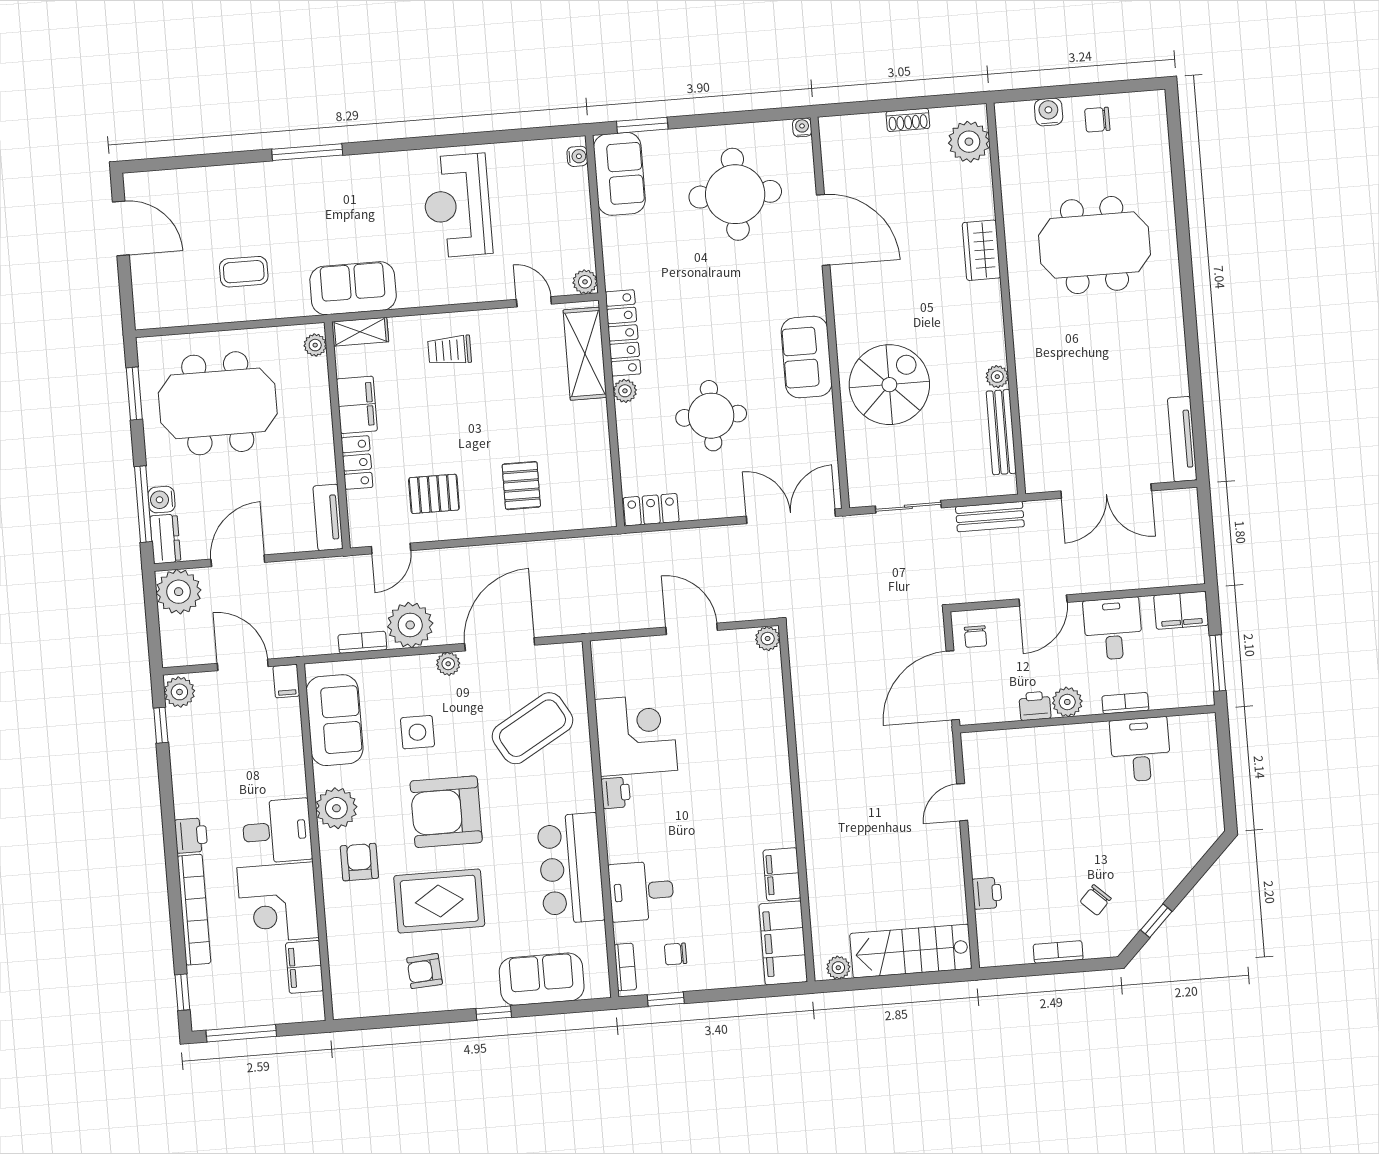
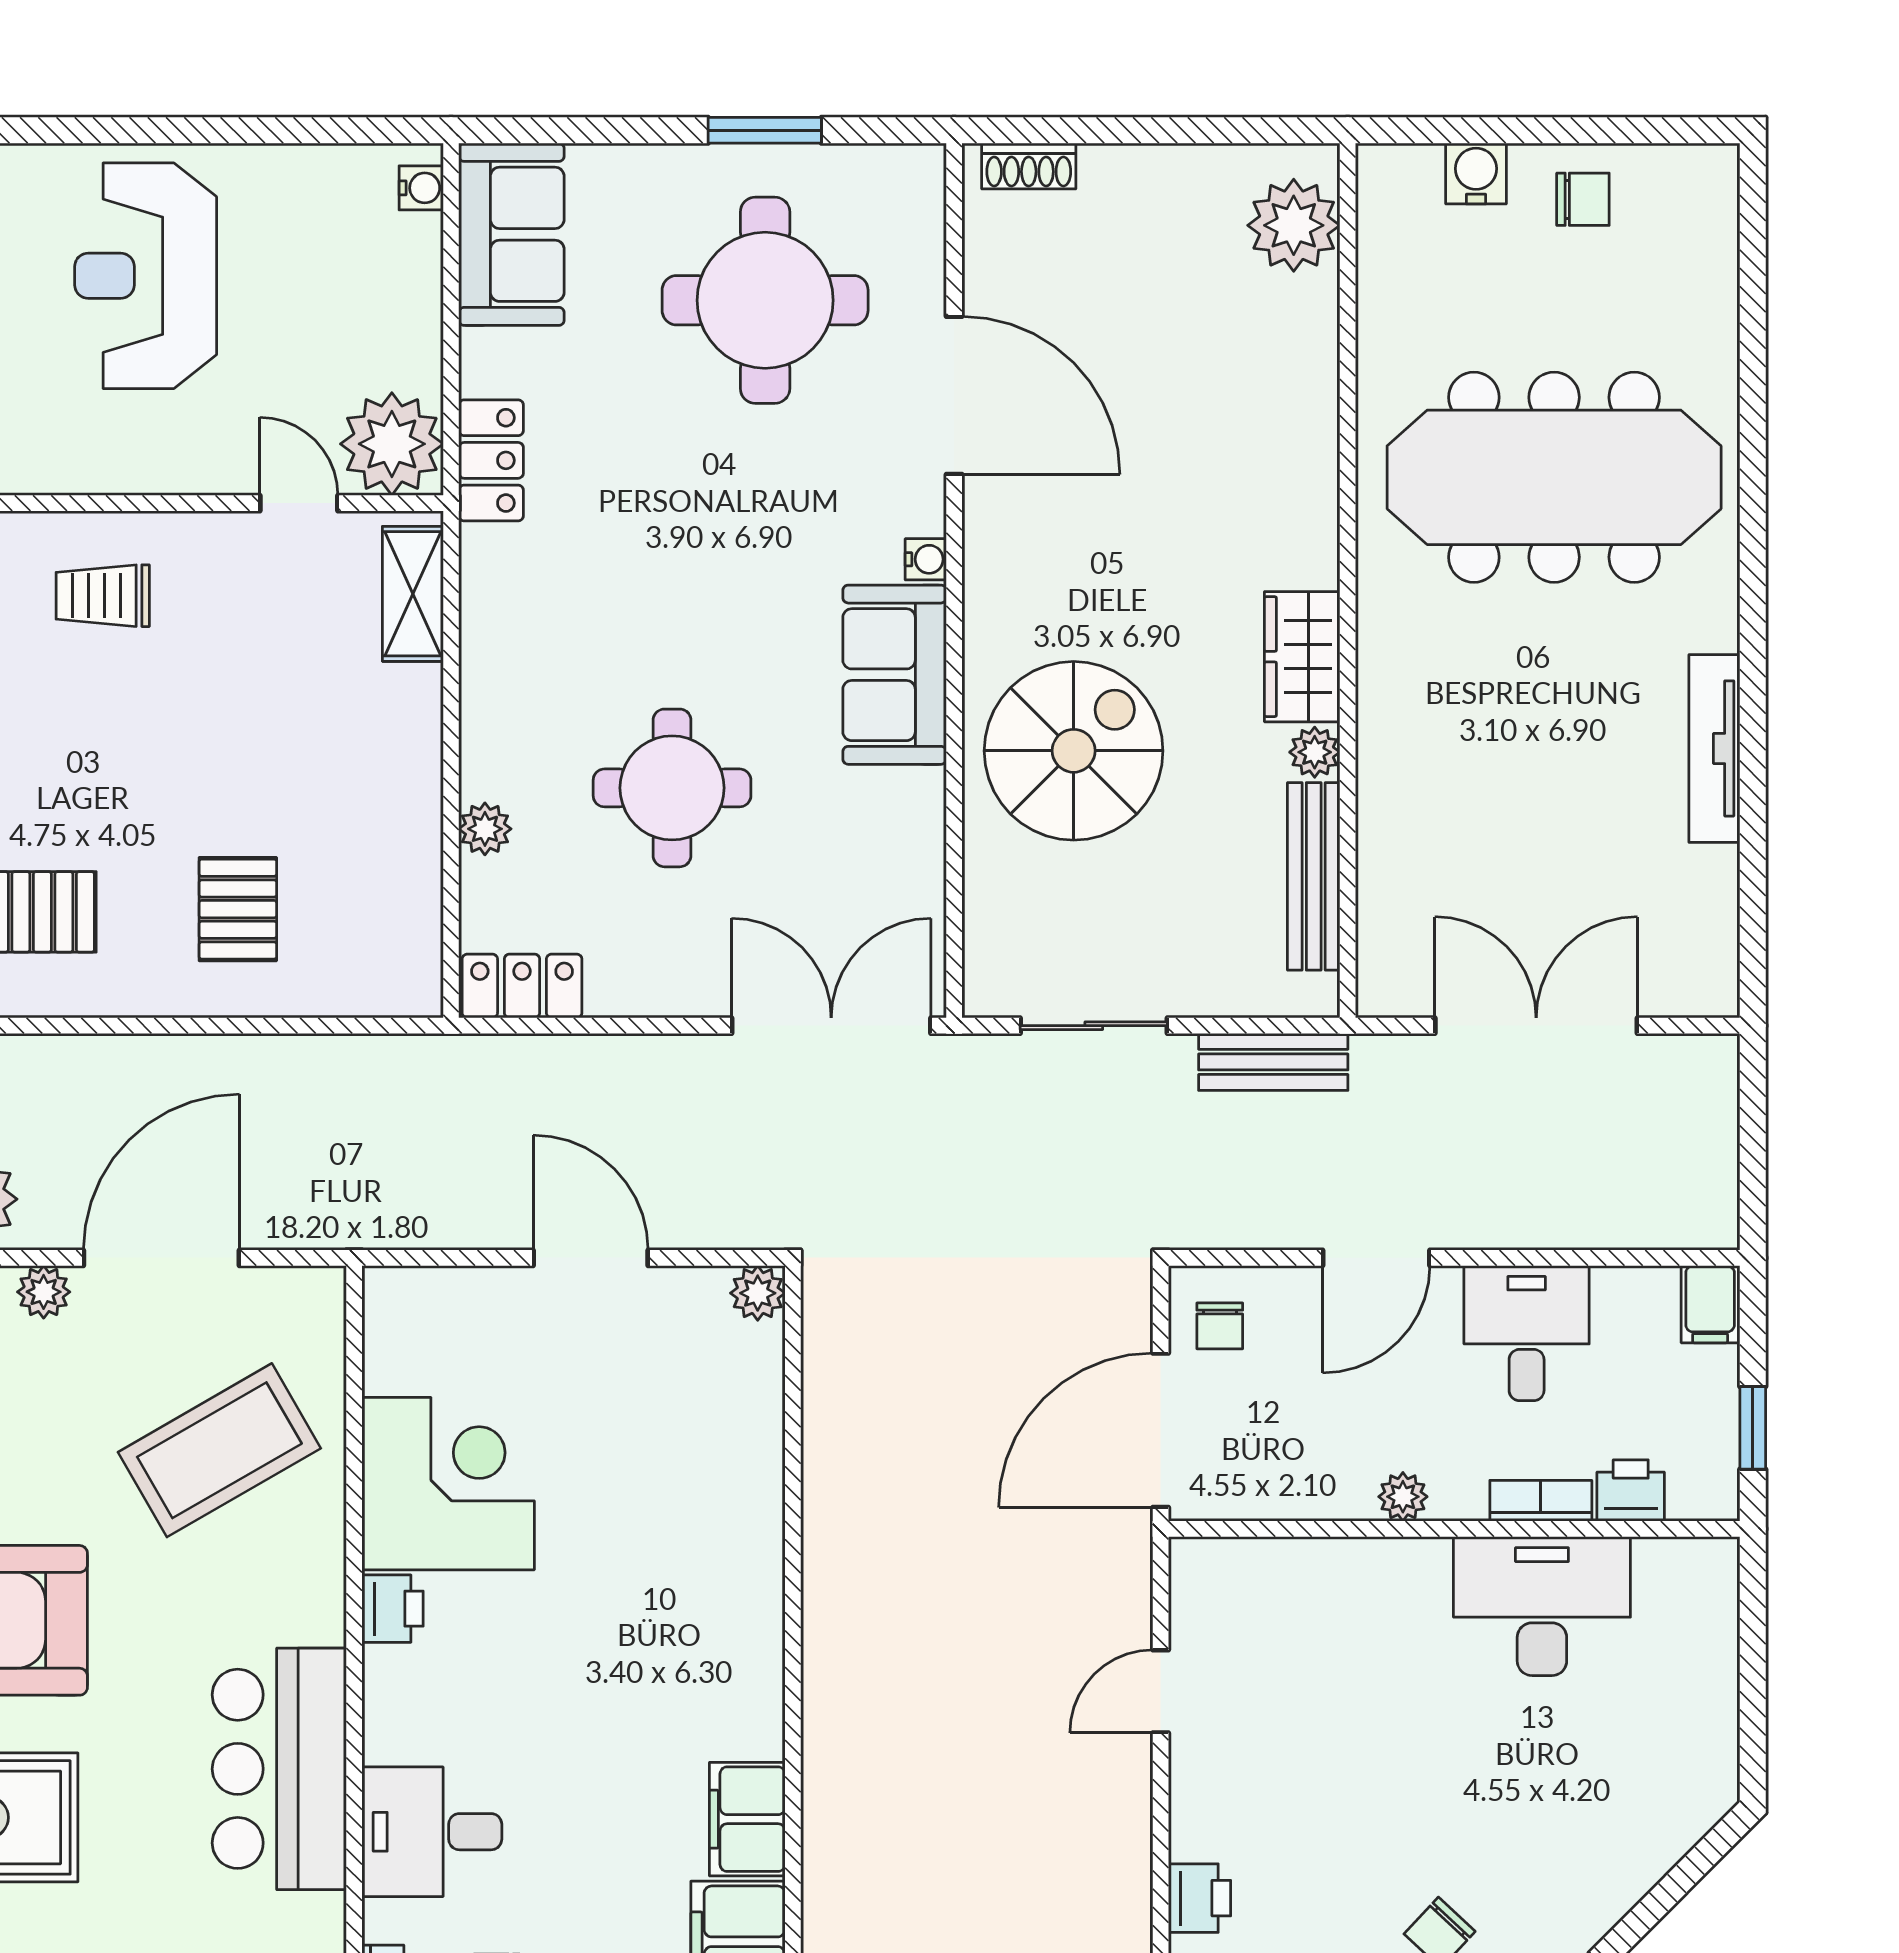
shoe rack: (908, 120) -> (1029, 166), moved
chair: (1097, 120) -> (1583, 199), turned 180
window: (642, 125) -> (765, 130), moved
water cooler: (802, 127) -> (926, 559), moved, turned 90
meeting table: (1094, 245) -> (1554, 477), width x1.36
wardrobe: (981, 250) -> (1302, 657), moved
plant: (585, 282) -> (392, 444), width x1.87, depth x1.87
locker: (623, 333) -> (491, 460), moved, width x0.66
shelving: (585, 354) -> (413, 594), width x0.67, depth x0.75
plant: (625, 391) -> (485, 829), moved
tv unit: (1182, 439) -> (1714, 748), moved
double door: (1106, 491) -> (1536, 1026), swing flipped
filing cabinet: (1181, 610) -> (1710, 1304), width x0.50
window: (1218, 663) -> (1753, 1428), width x0.67
plant: (1067, 702) -> (1403, 1497), width x0.73, depth x0.73
printer: (1035, 706) -> (1631, 1490), moved
desk: (1140, 749) -> (1542, 1606), width x1.37

